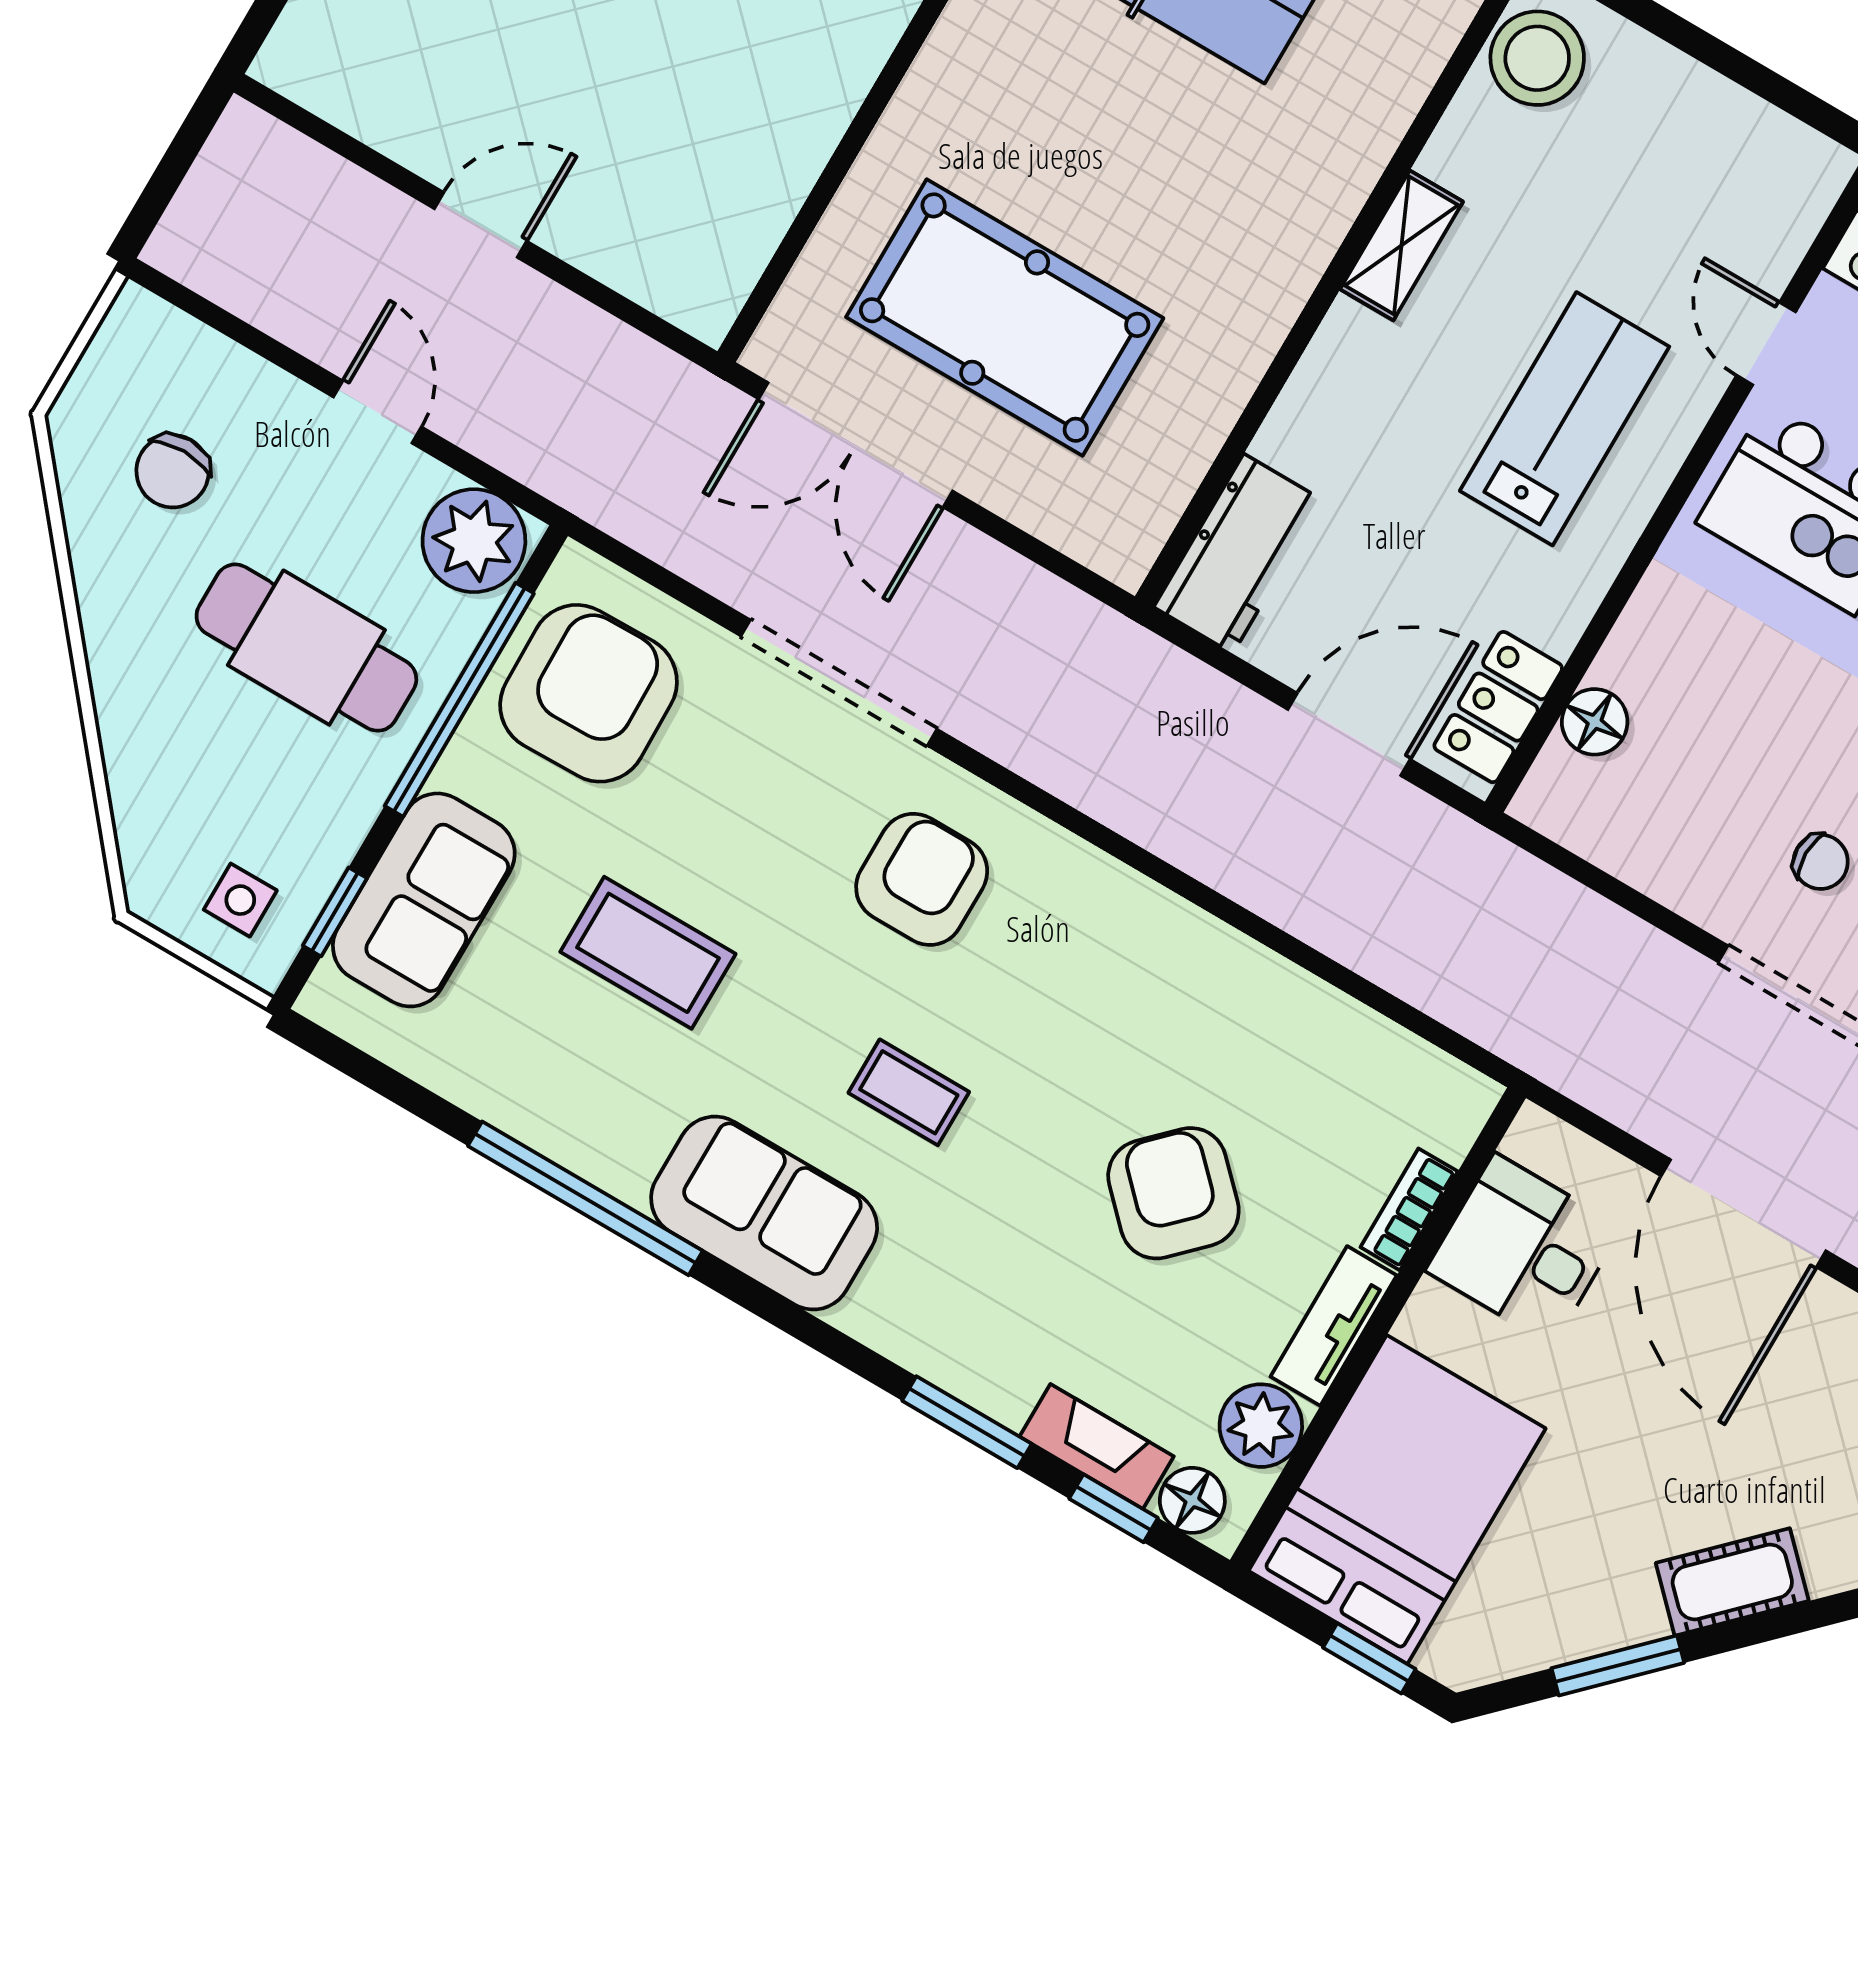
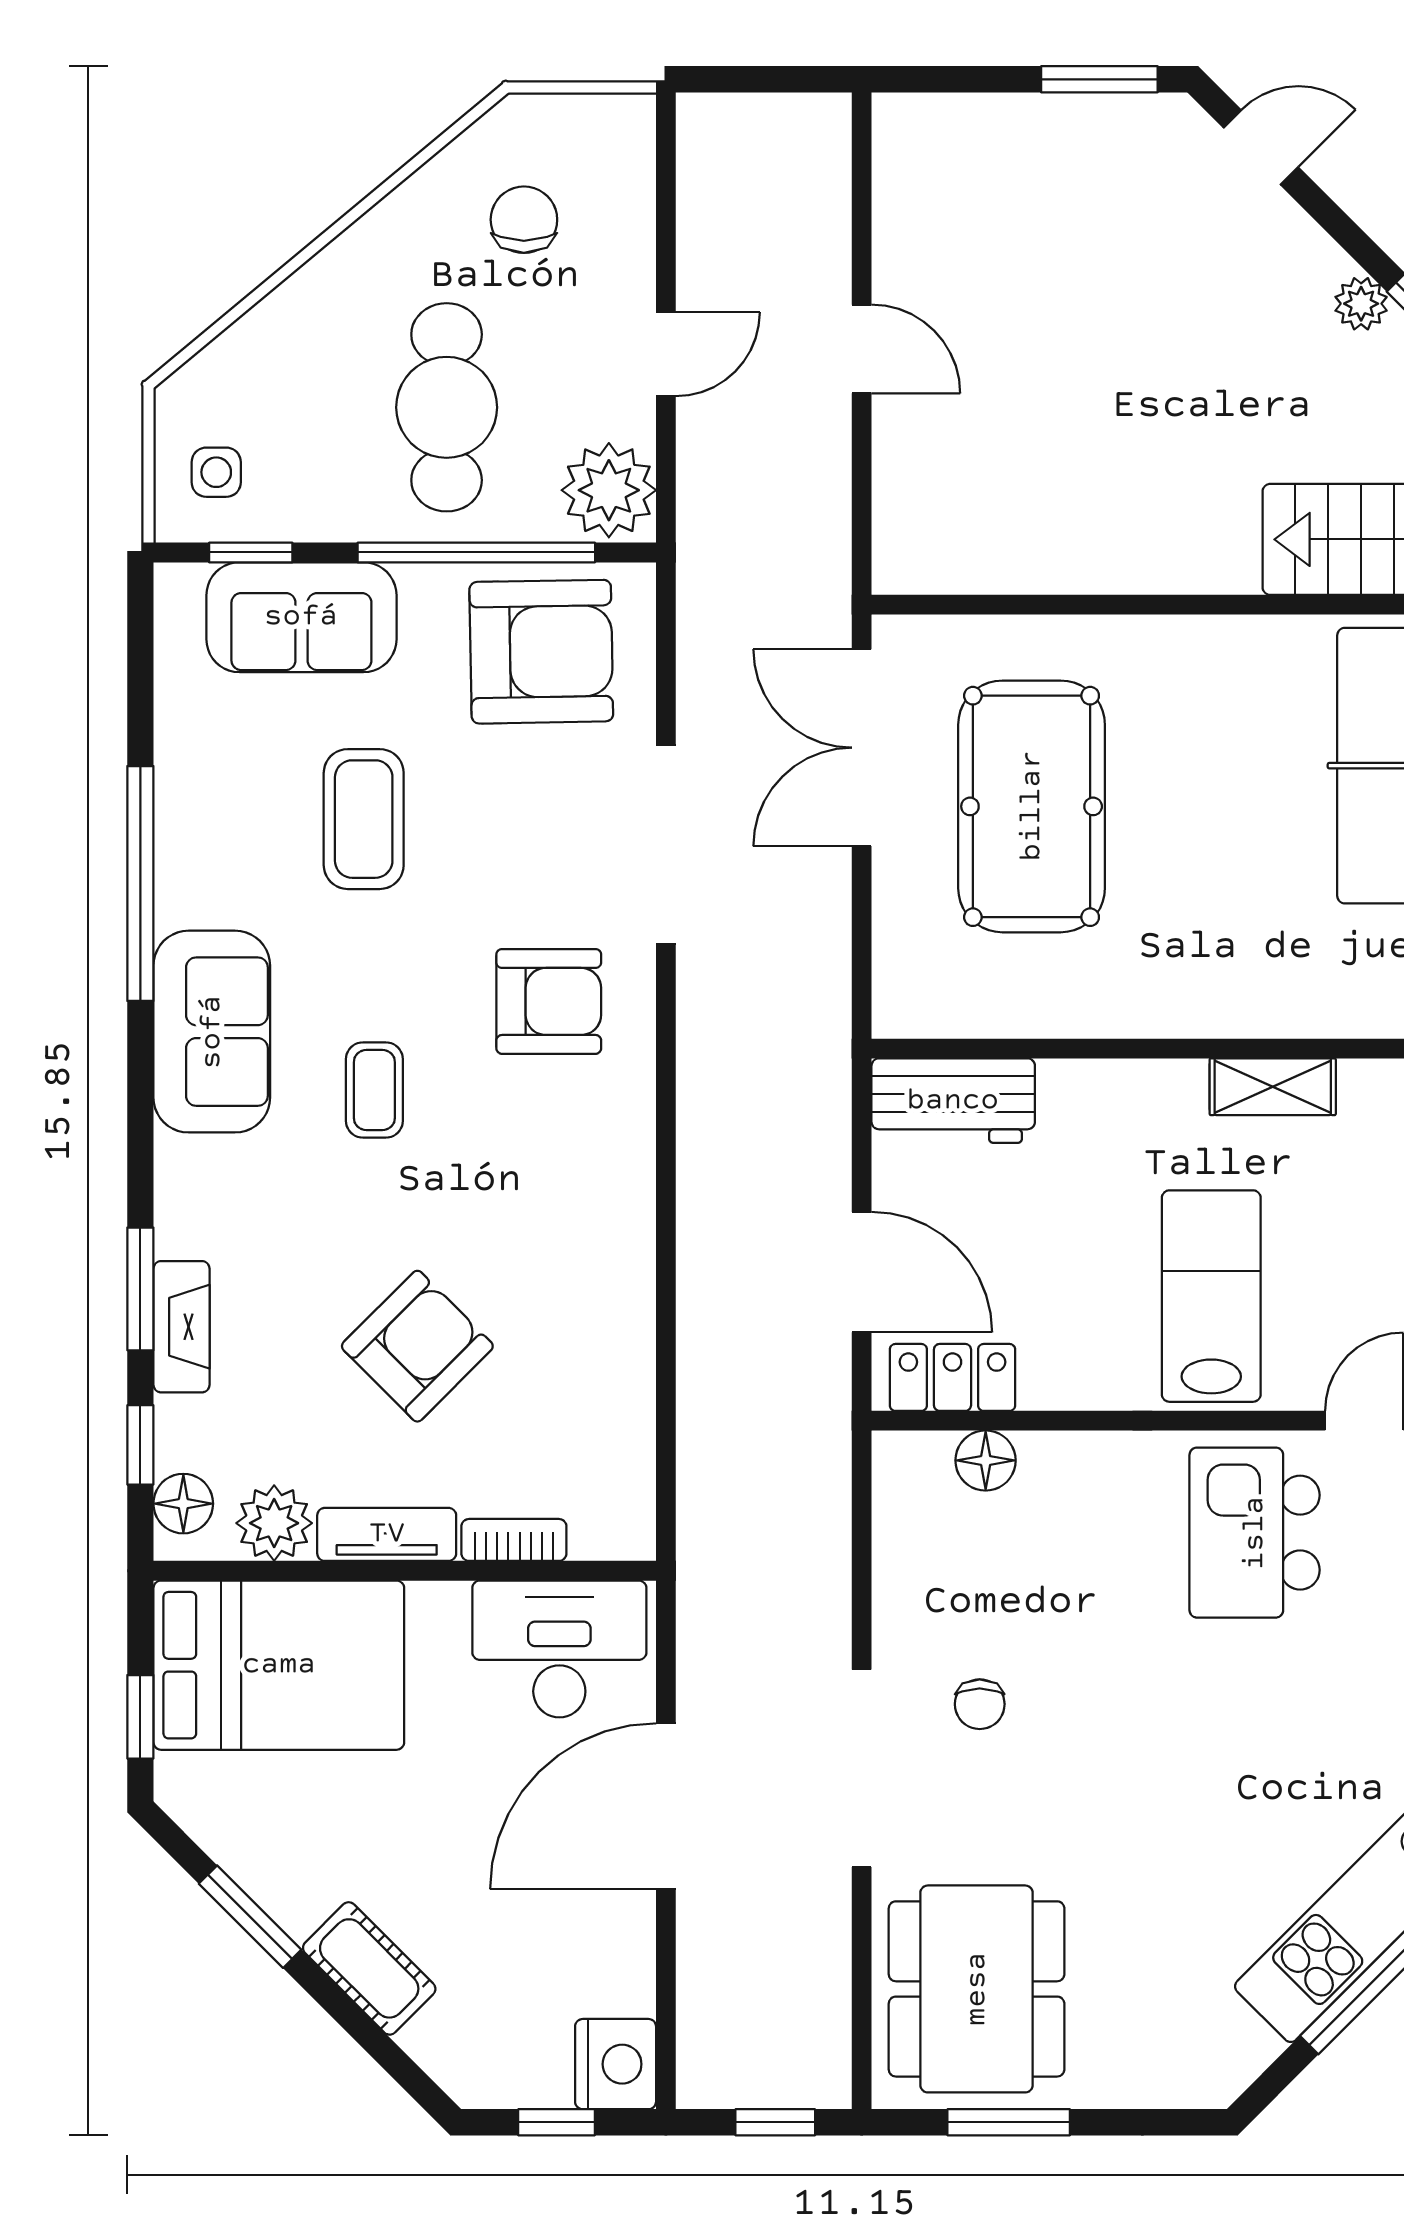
lab bench: (1565, 419) -> (1211, 1296), turned -90
chair: (173, 471) -> (524, 220), turned 90
desk: (1524, 1249) -> (559, 1649), width x1.37
fireplace: (1097, 1446) -> (181, 1327), moved

